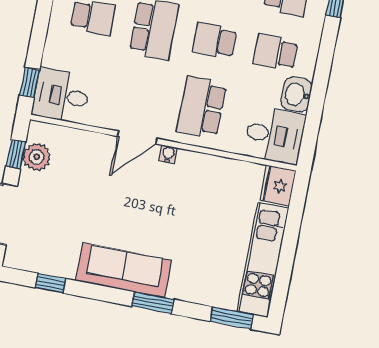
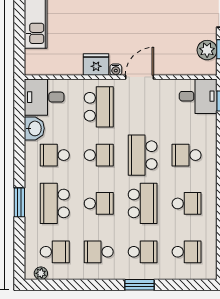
school desk: (275, 52) -> (55, 155), turned 180
fridge: (278, 186) -> (96, 65), moved, turned -90

